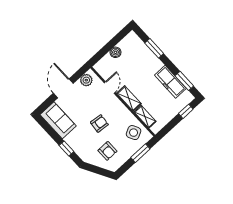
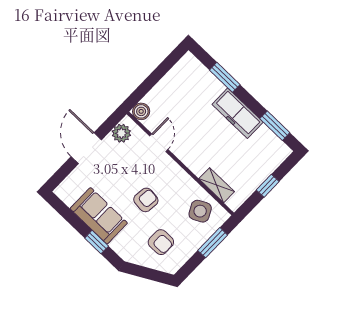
boiler: (115, 52) -> (141, 111), moved
freezer: (170, 82) -> (238, 113), moved
shelving: (129, 98) -> (190, 158), removed
window: (186, 111) -> (268, 186), moved
sofa: (58, 120) -> (99, 216), moved

